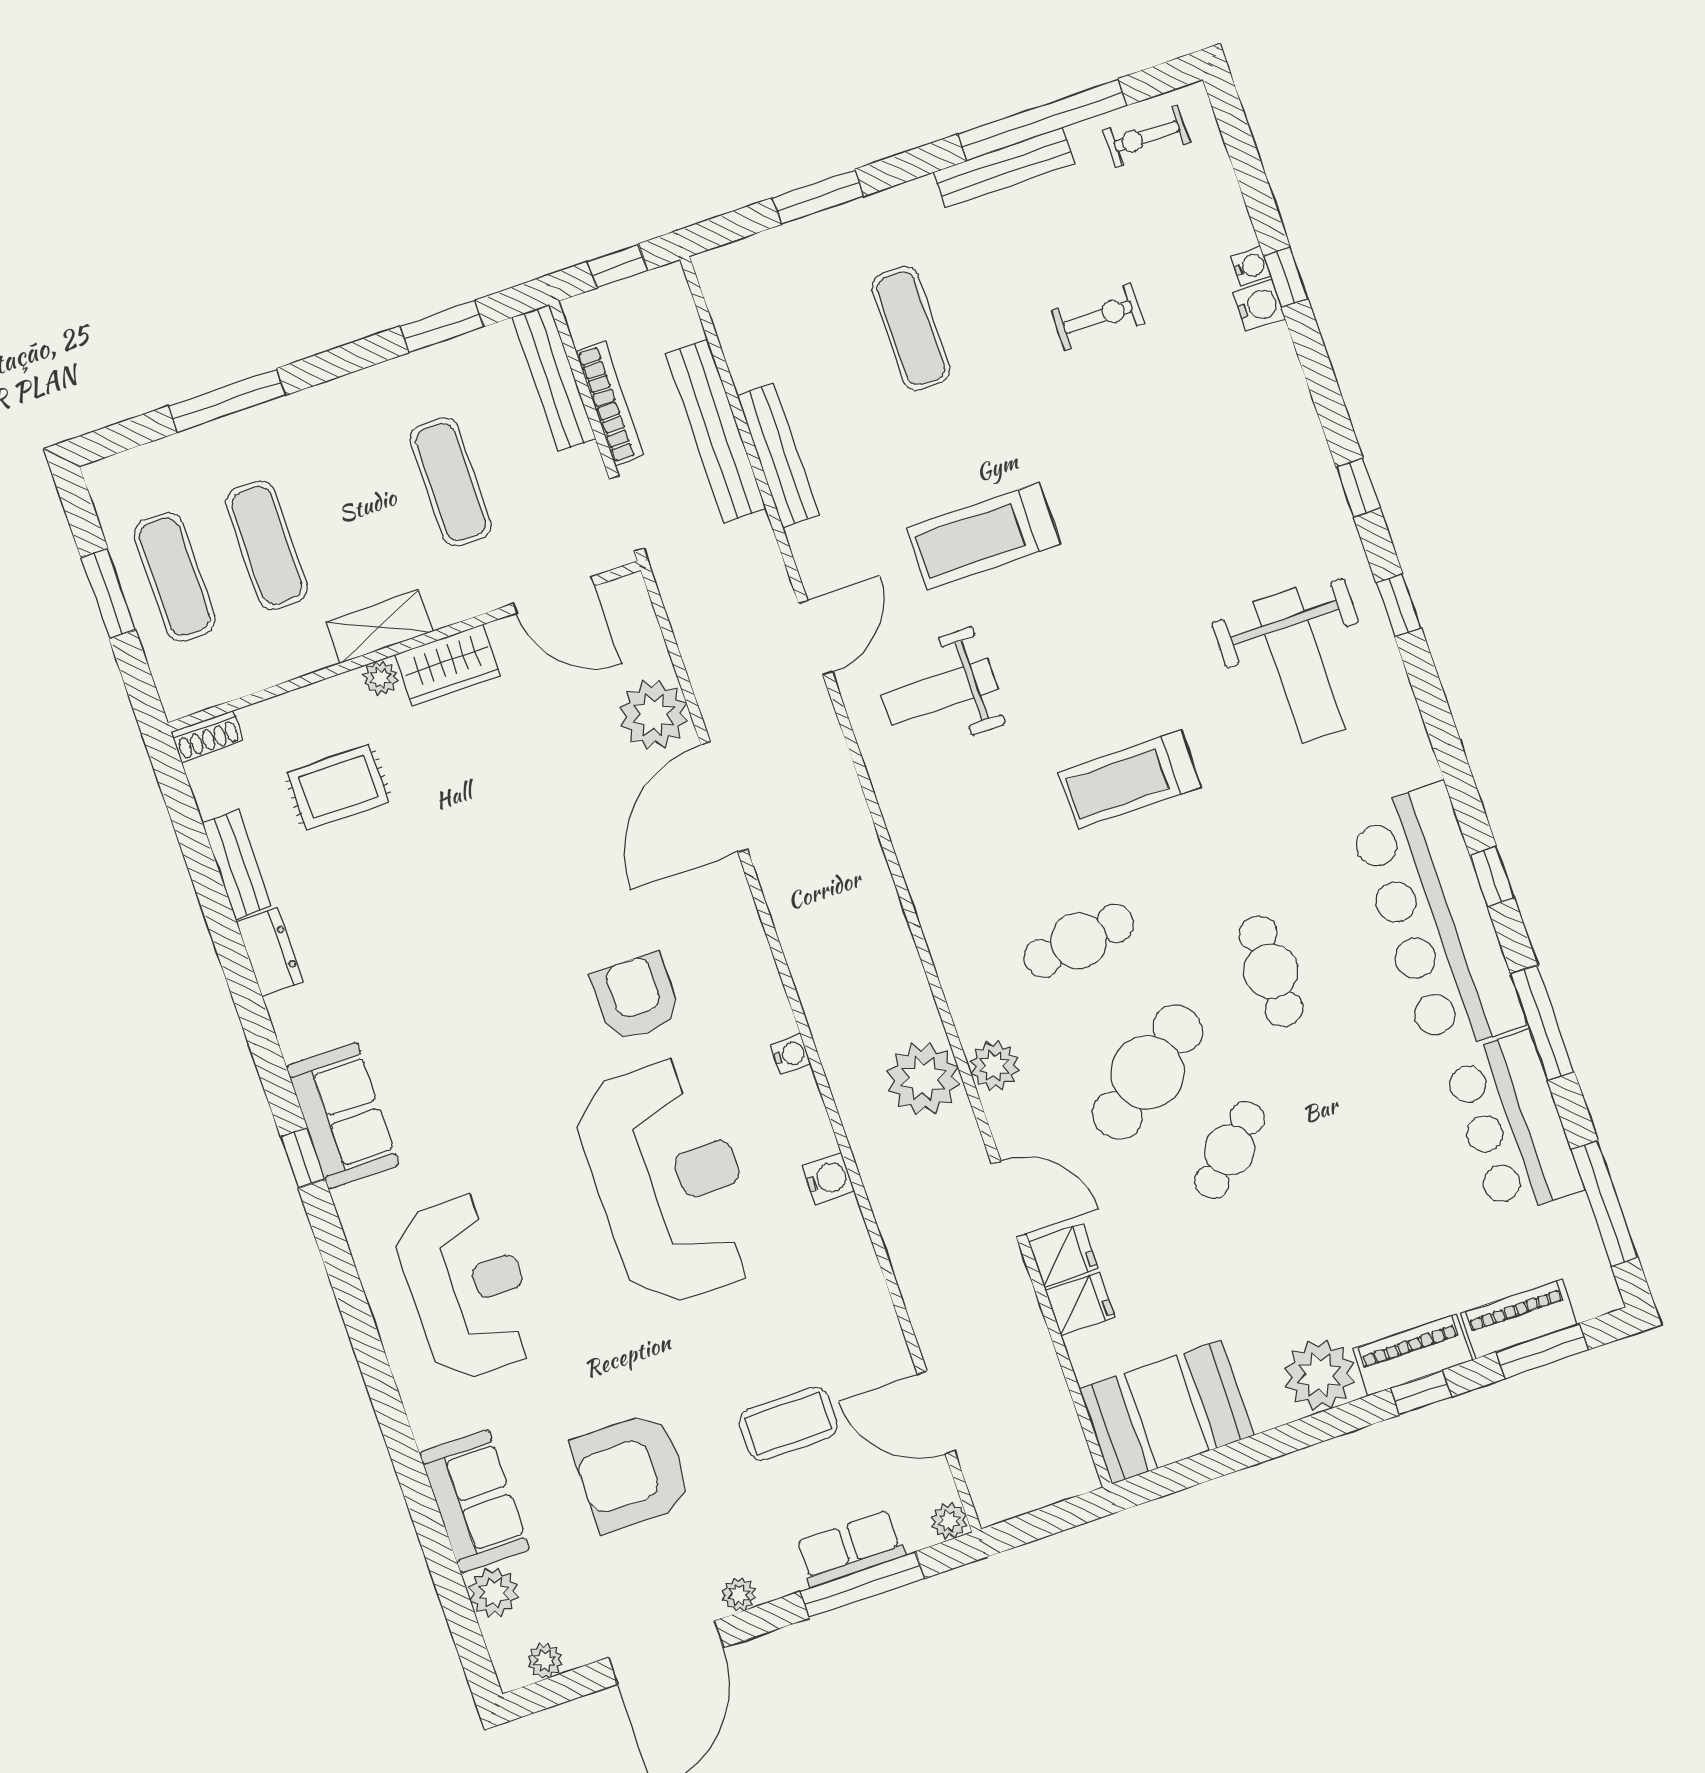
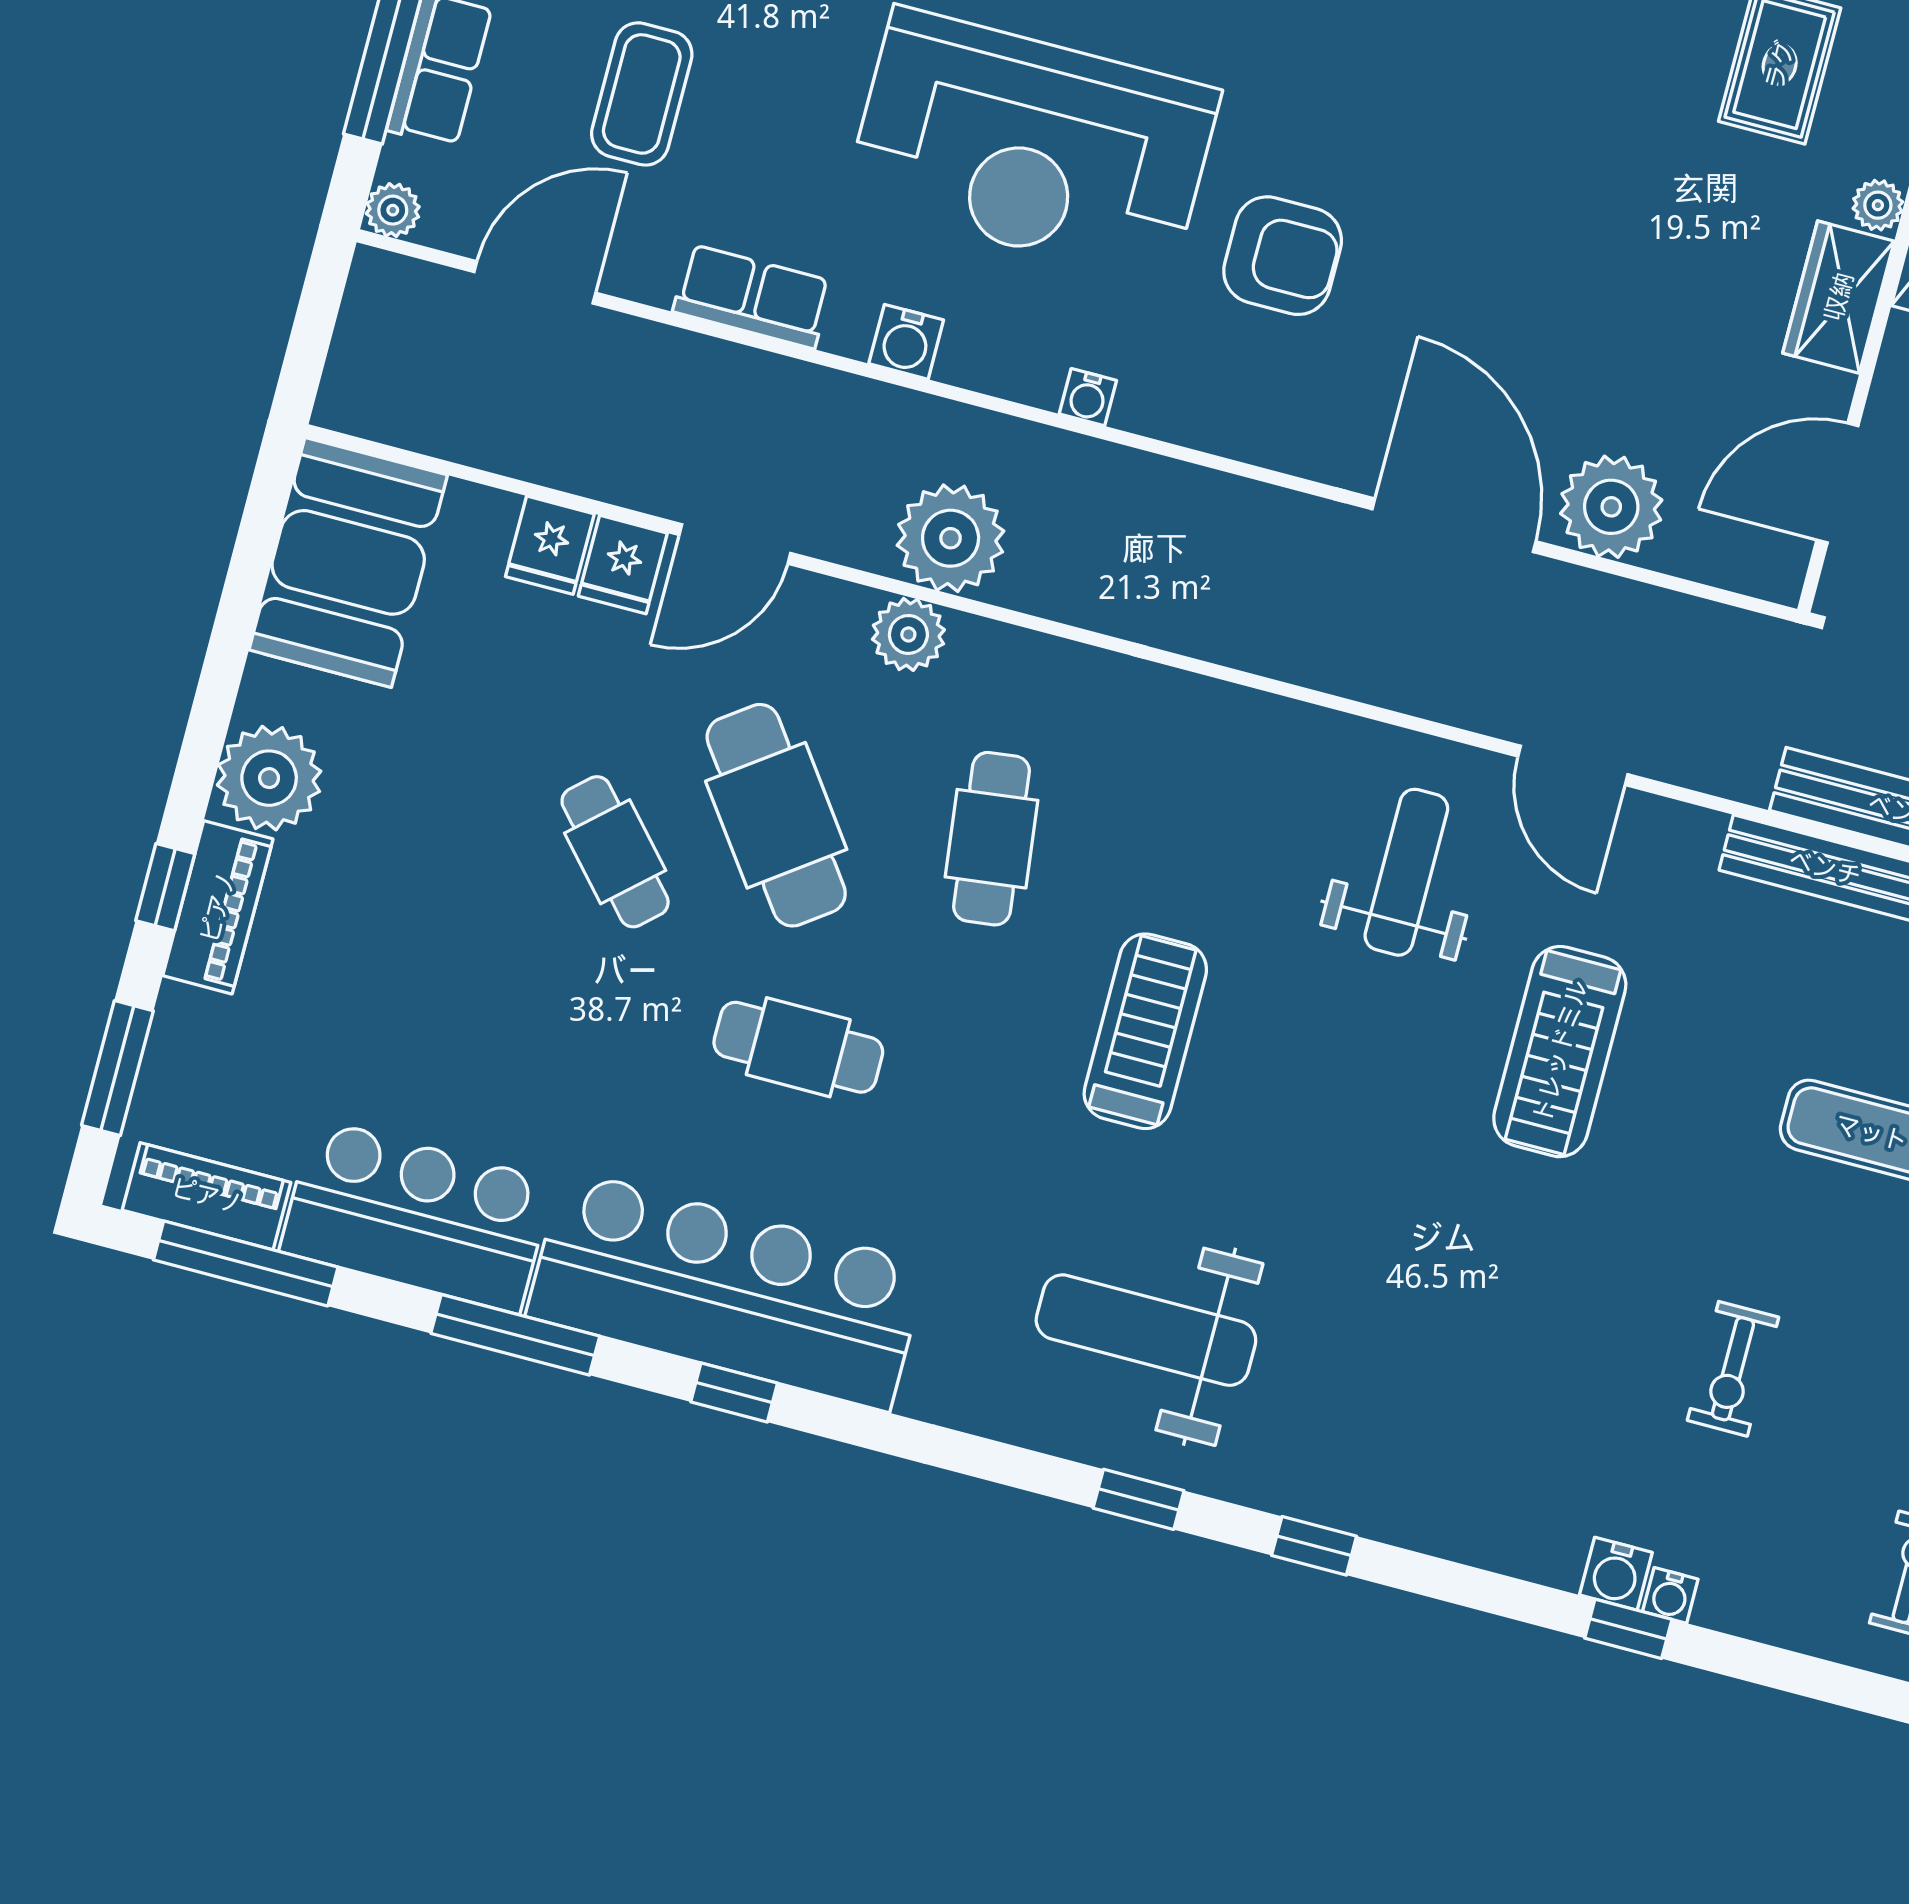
treadmill: (983, 536) -> (1560, 1052), turned 180
row of seats: (861, 1283) -> (752, 296), added
piano: (1519, 1319) -> (207, 1196), moved, turned -90

